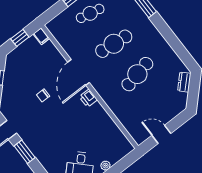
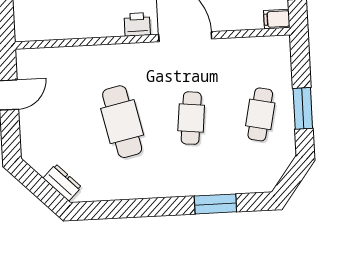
cafe table: (114, 44) -> (191, 118), width x0.73, depth x0.74

